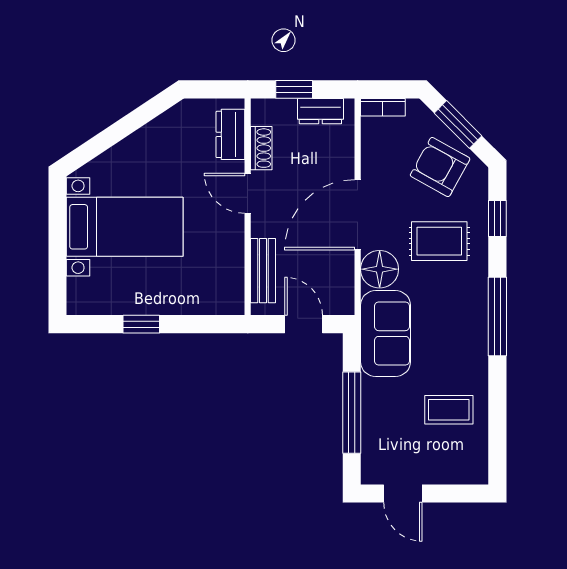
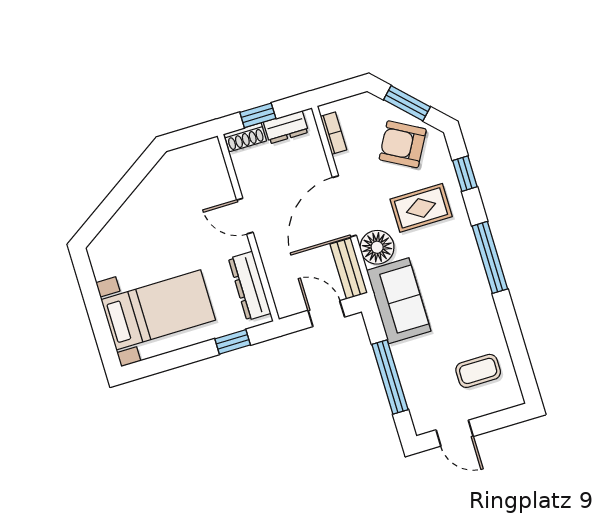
bookcase: (383, 107) -> (333, 133), moved, turned -90
dresser: (230, 134) -> (250, 286), moved, width x1.44
shoe rack: (261, 148) -> (245, 137), moved, turned 90
bed with nightstands: (125, 227) -> (158, 310), moved
bench: (263, 271) -> (349, 269), moved
window: (141, 324) -> (233, 342), moved
coffee table: (449, 410) -> (478, 371), moved

